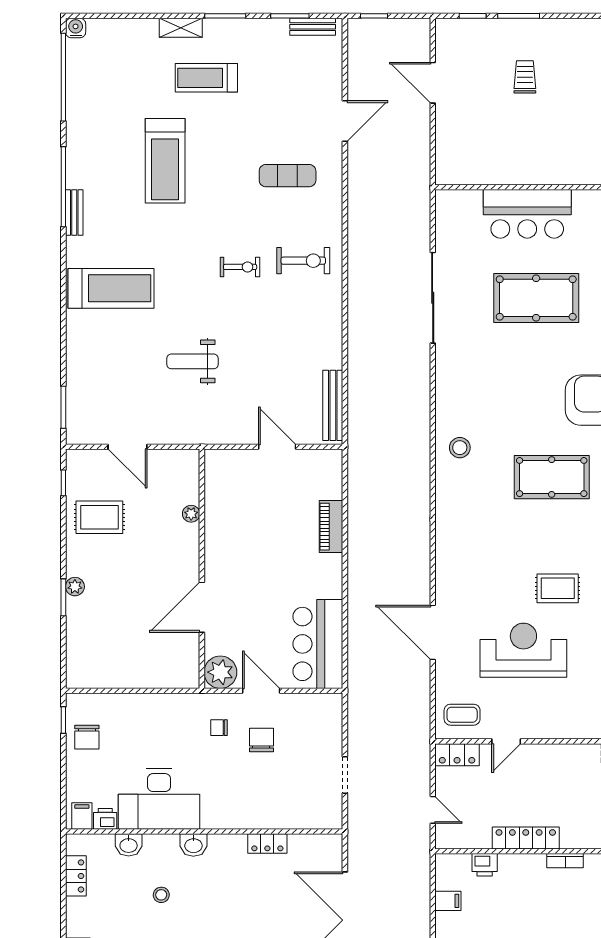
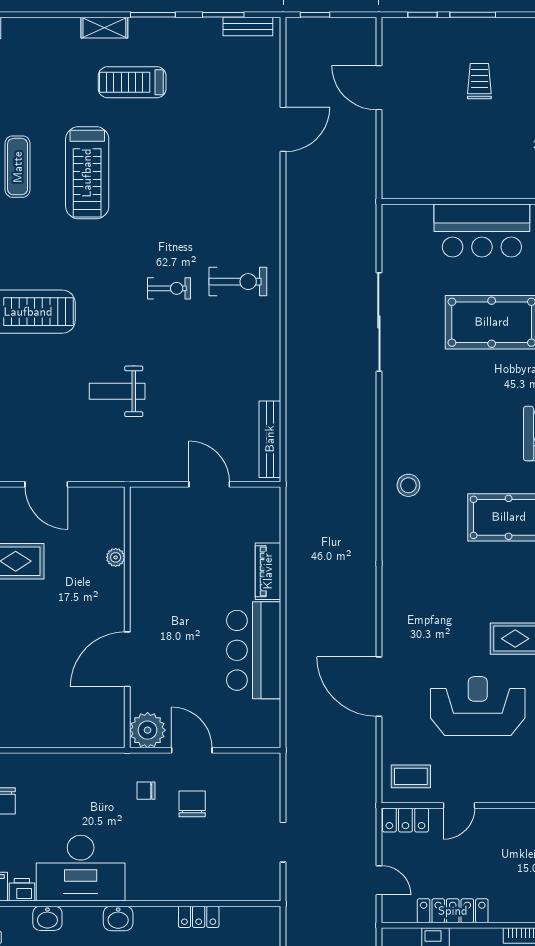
exercise mat: (288, 176) -> (18, 167), moved, turned 90
bar counter: (318, 644) -> (254, 650), moved
locker: (526, 838) -> (453, 911), moved

